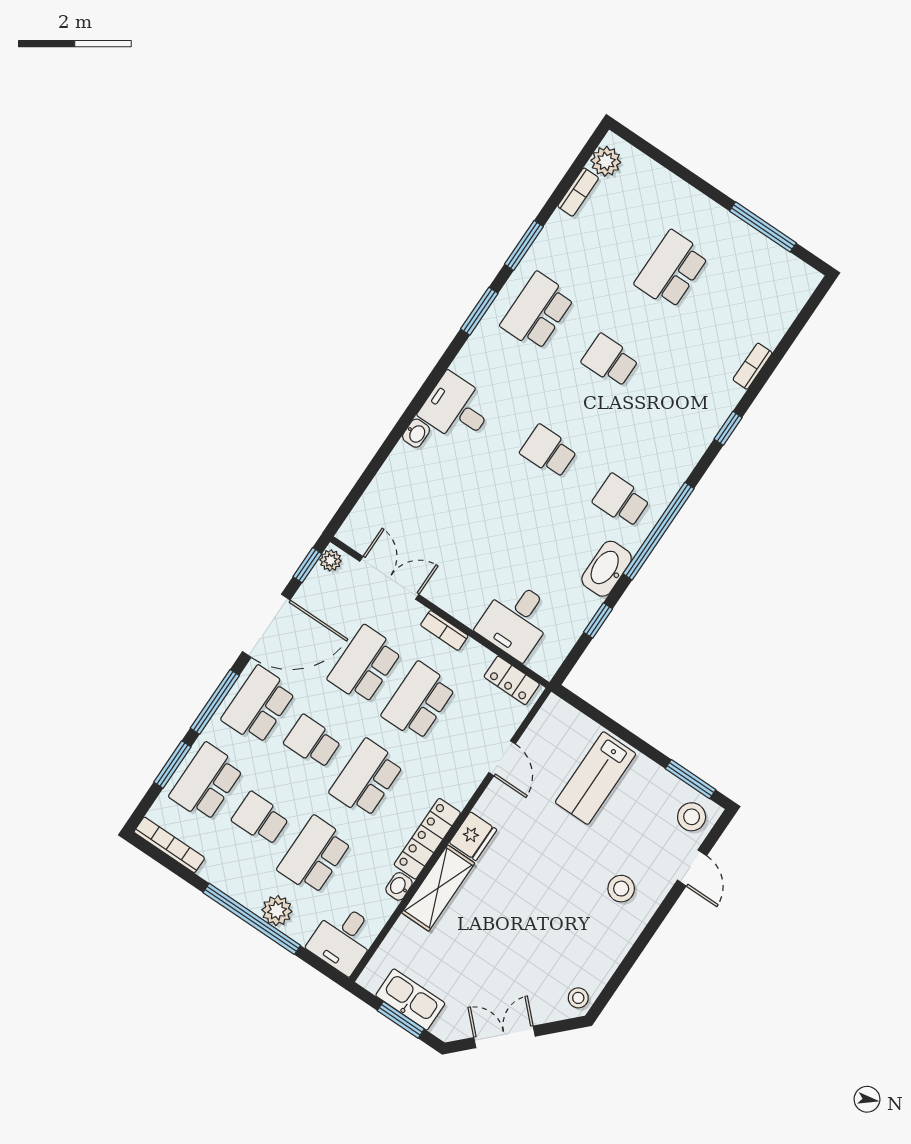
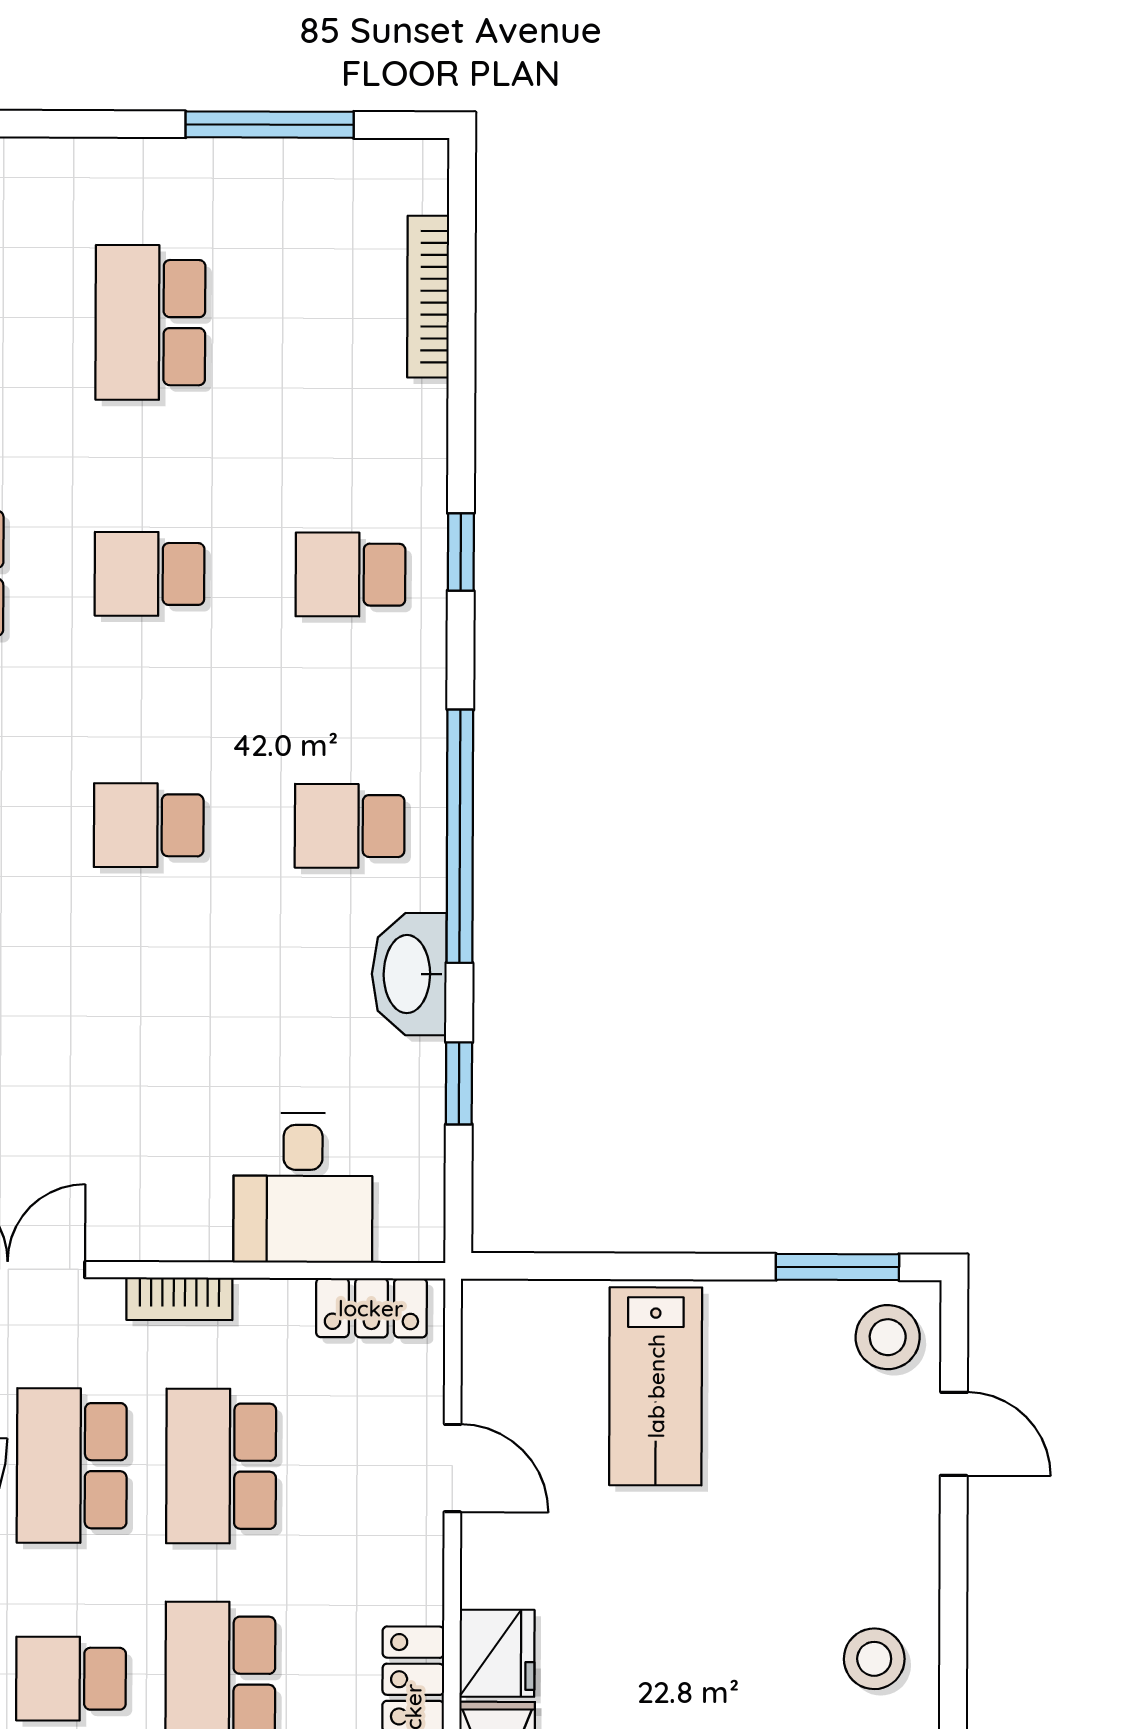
bookcase: (753, 366) -> (428, 297), moved, width x1.56
school desk: (683, 410) -> (351, 575), added
stool: (621, 889) -> (874, 1659), moved

